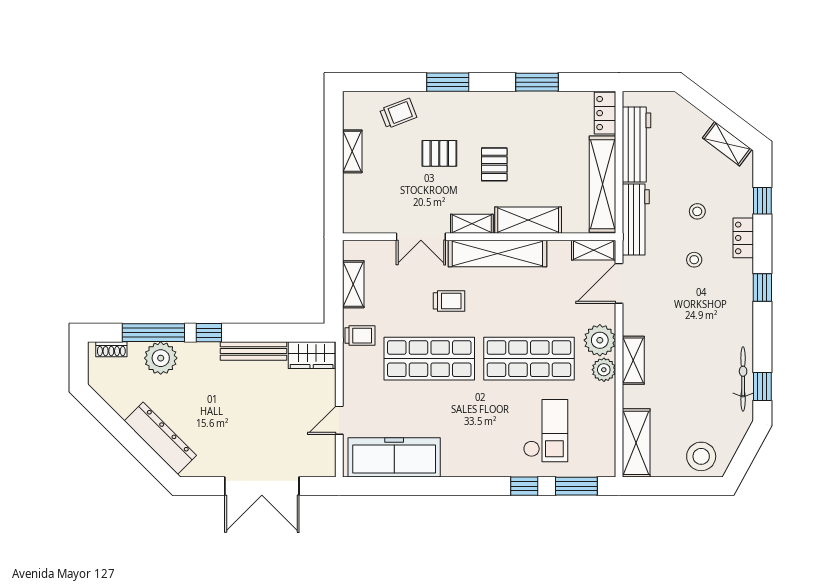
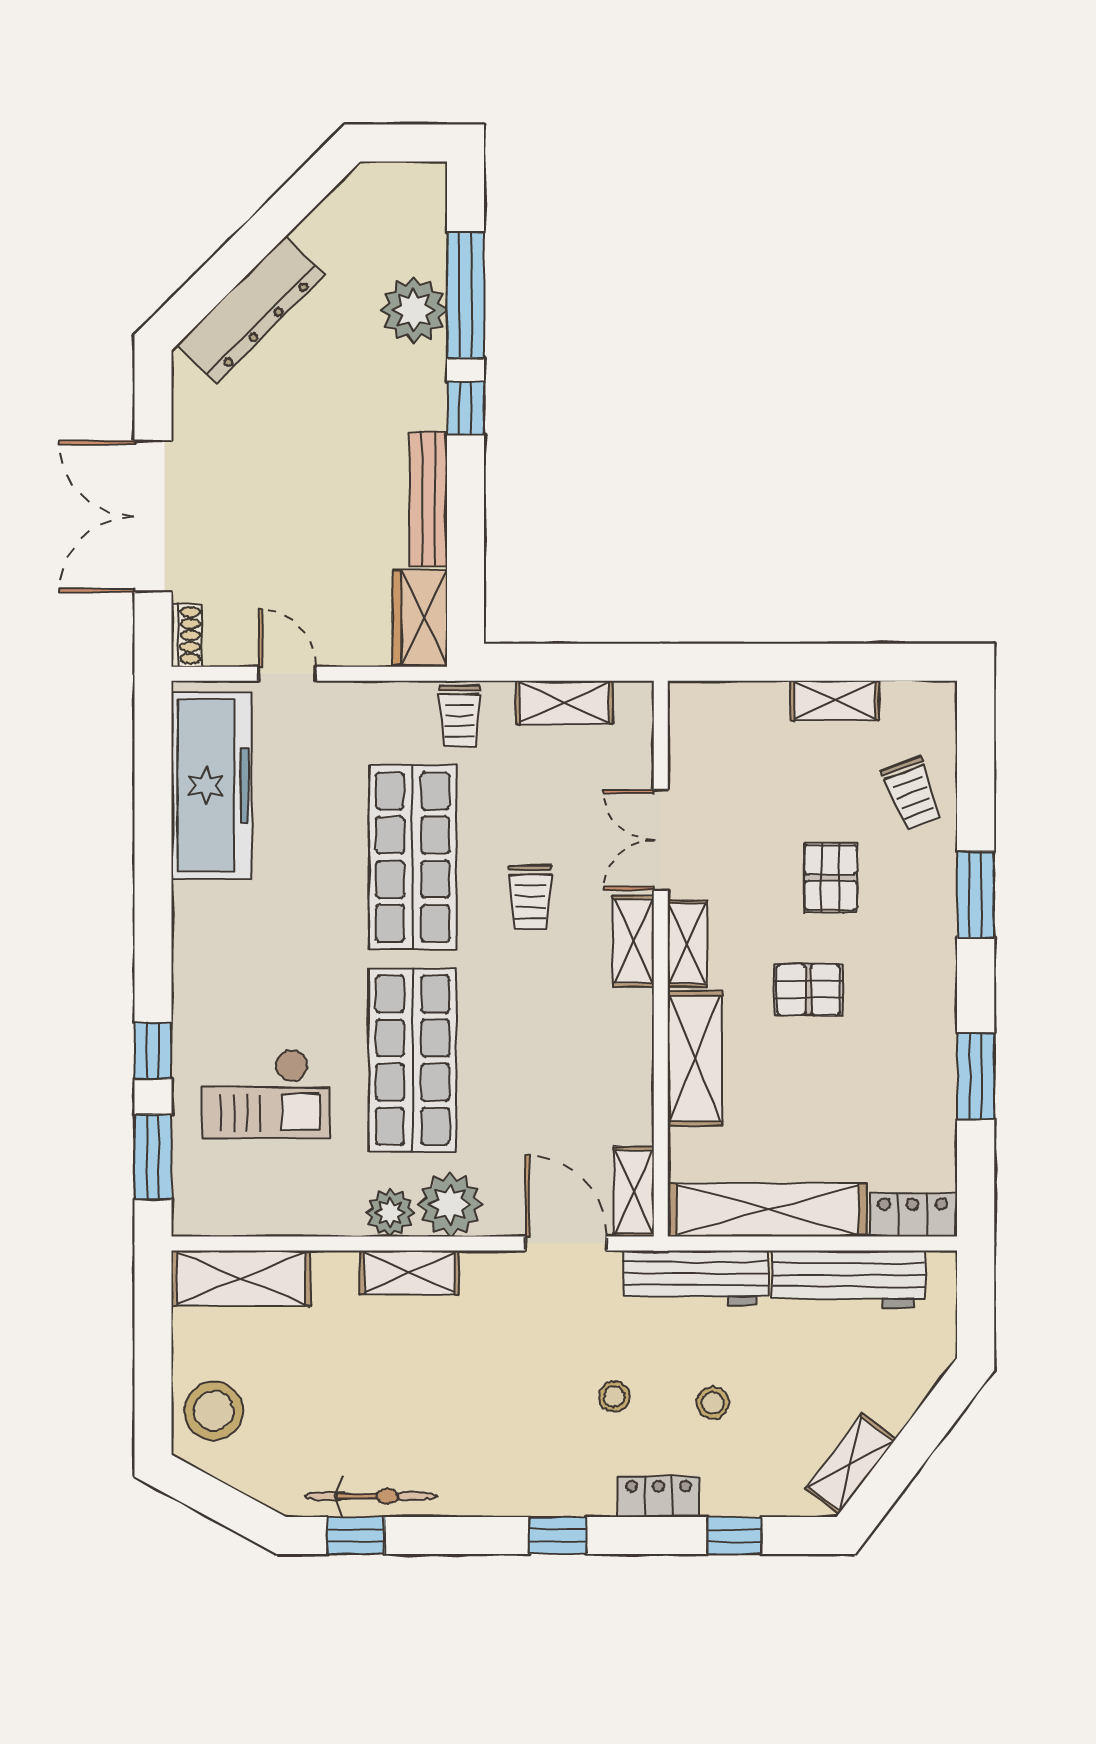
shelving: (497, 254) -> (633, 941), width x0.45, depth x0.75
shoe rack: (111, 349) -> (187, 635), moved, turned 180

